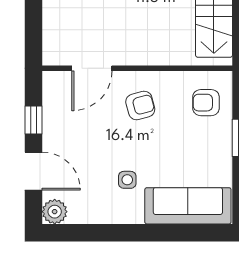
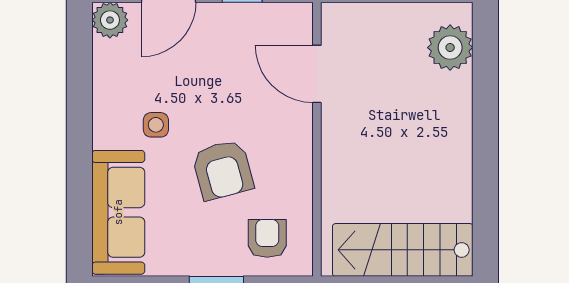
armchair: (140, 105) -> (223, 170), moved, width x1.38, depth x1.38

